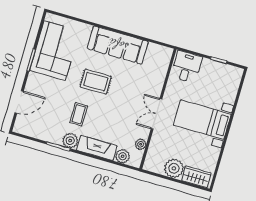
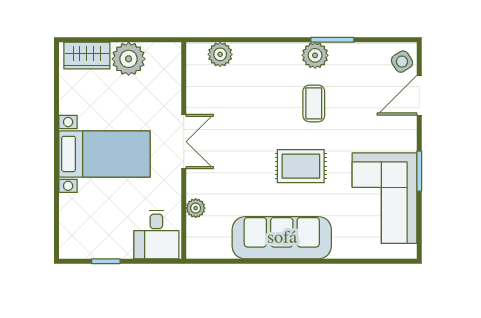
side table: (23, 123) -> (402, 62), added
plant: (141, 144) -> (196, 208), moved
fireplace: (97, 148) -> (267, 56), removed

